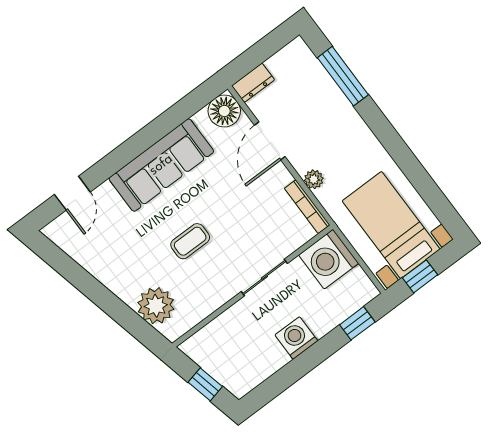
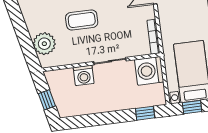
plant: (314, 179) -> (165, 24), removed
coffee table: (190, 241) -> (82, 20), width x1.36, depth x1.30
washing machine: (296, 338) -> (84, 75), moved, turned 180

